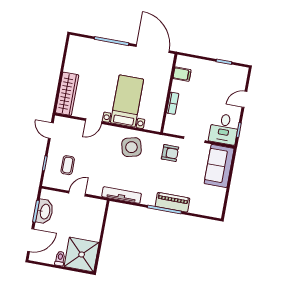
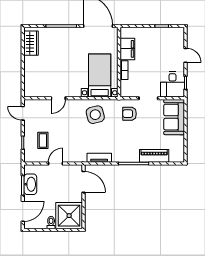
filing cabinet: (182, 74) -> (127, 49), width x2.00
wardrobe: (67, 94) -> (31, 43), moved, width x0.67
door: (244, 99) -> (186, 55), swing flipped
bed with nightstands: (127, 101) -> (100, 75), moved
armchair: (170, 153) -> (130, 114), turned 180
tv unit: (122, 195) -> (99, 158), width x0.71
piano: (172, 202) -> (154, 156), moved
door: (105, 220) -> (84, 182), added

